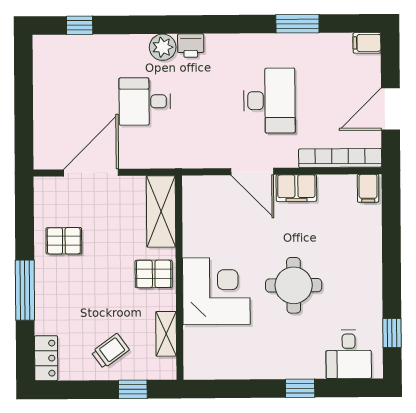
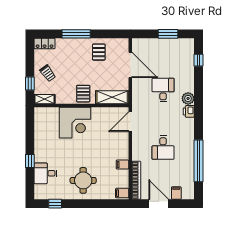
window: (297, 24) -> (198, 161), width x2.11
filing cabinet: (367, 43) -> (176, 193), moved
window: (24, 92) -> (168, 34), added
desk: (269, 101) -> (163, 148), width x0.73
door: (252, 171) -> (130, 122), moved
filing cabinet: (296, 188) -> (122, 165), width x0.50
round table: (294, 285) -> (83, 180), moved
shelving: (166, 334) -> (45, 99), moved
desk: (349, 354) -> (45, 173), moved

